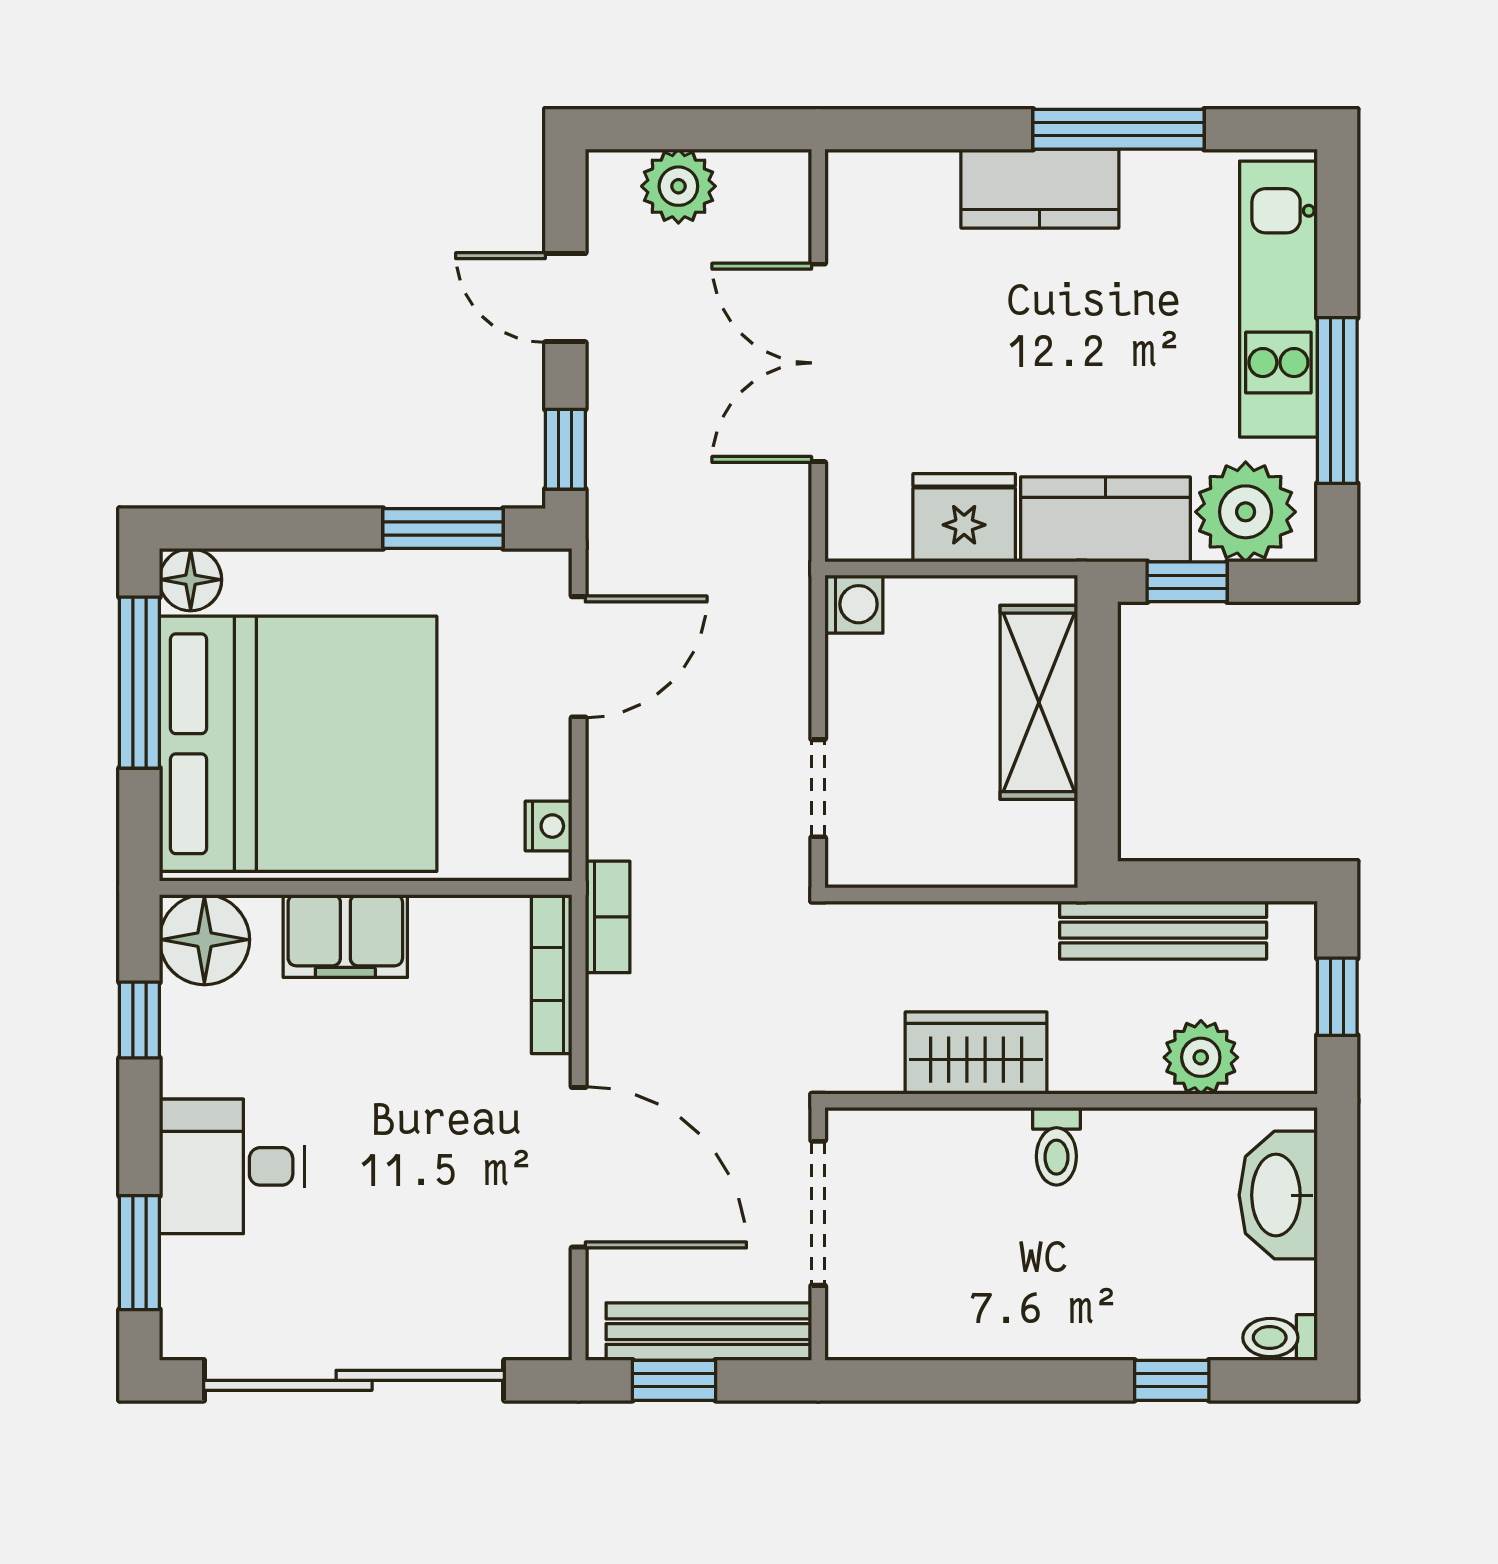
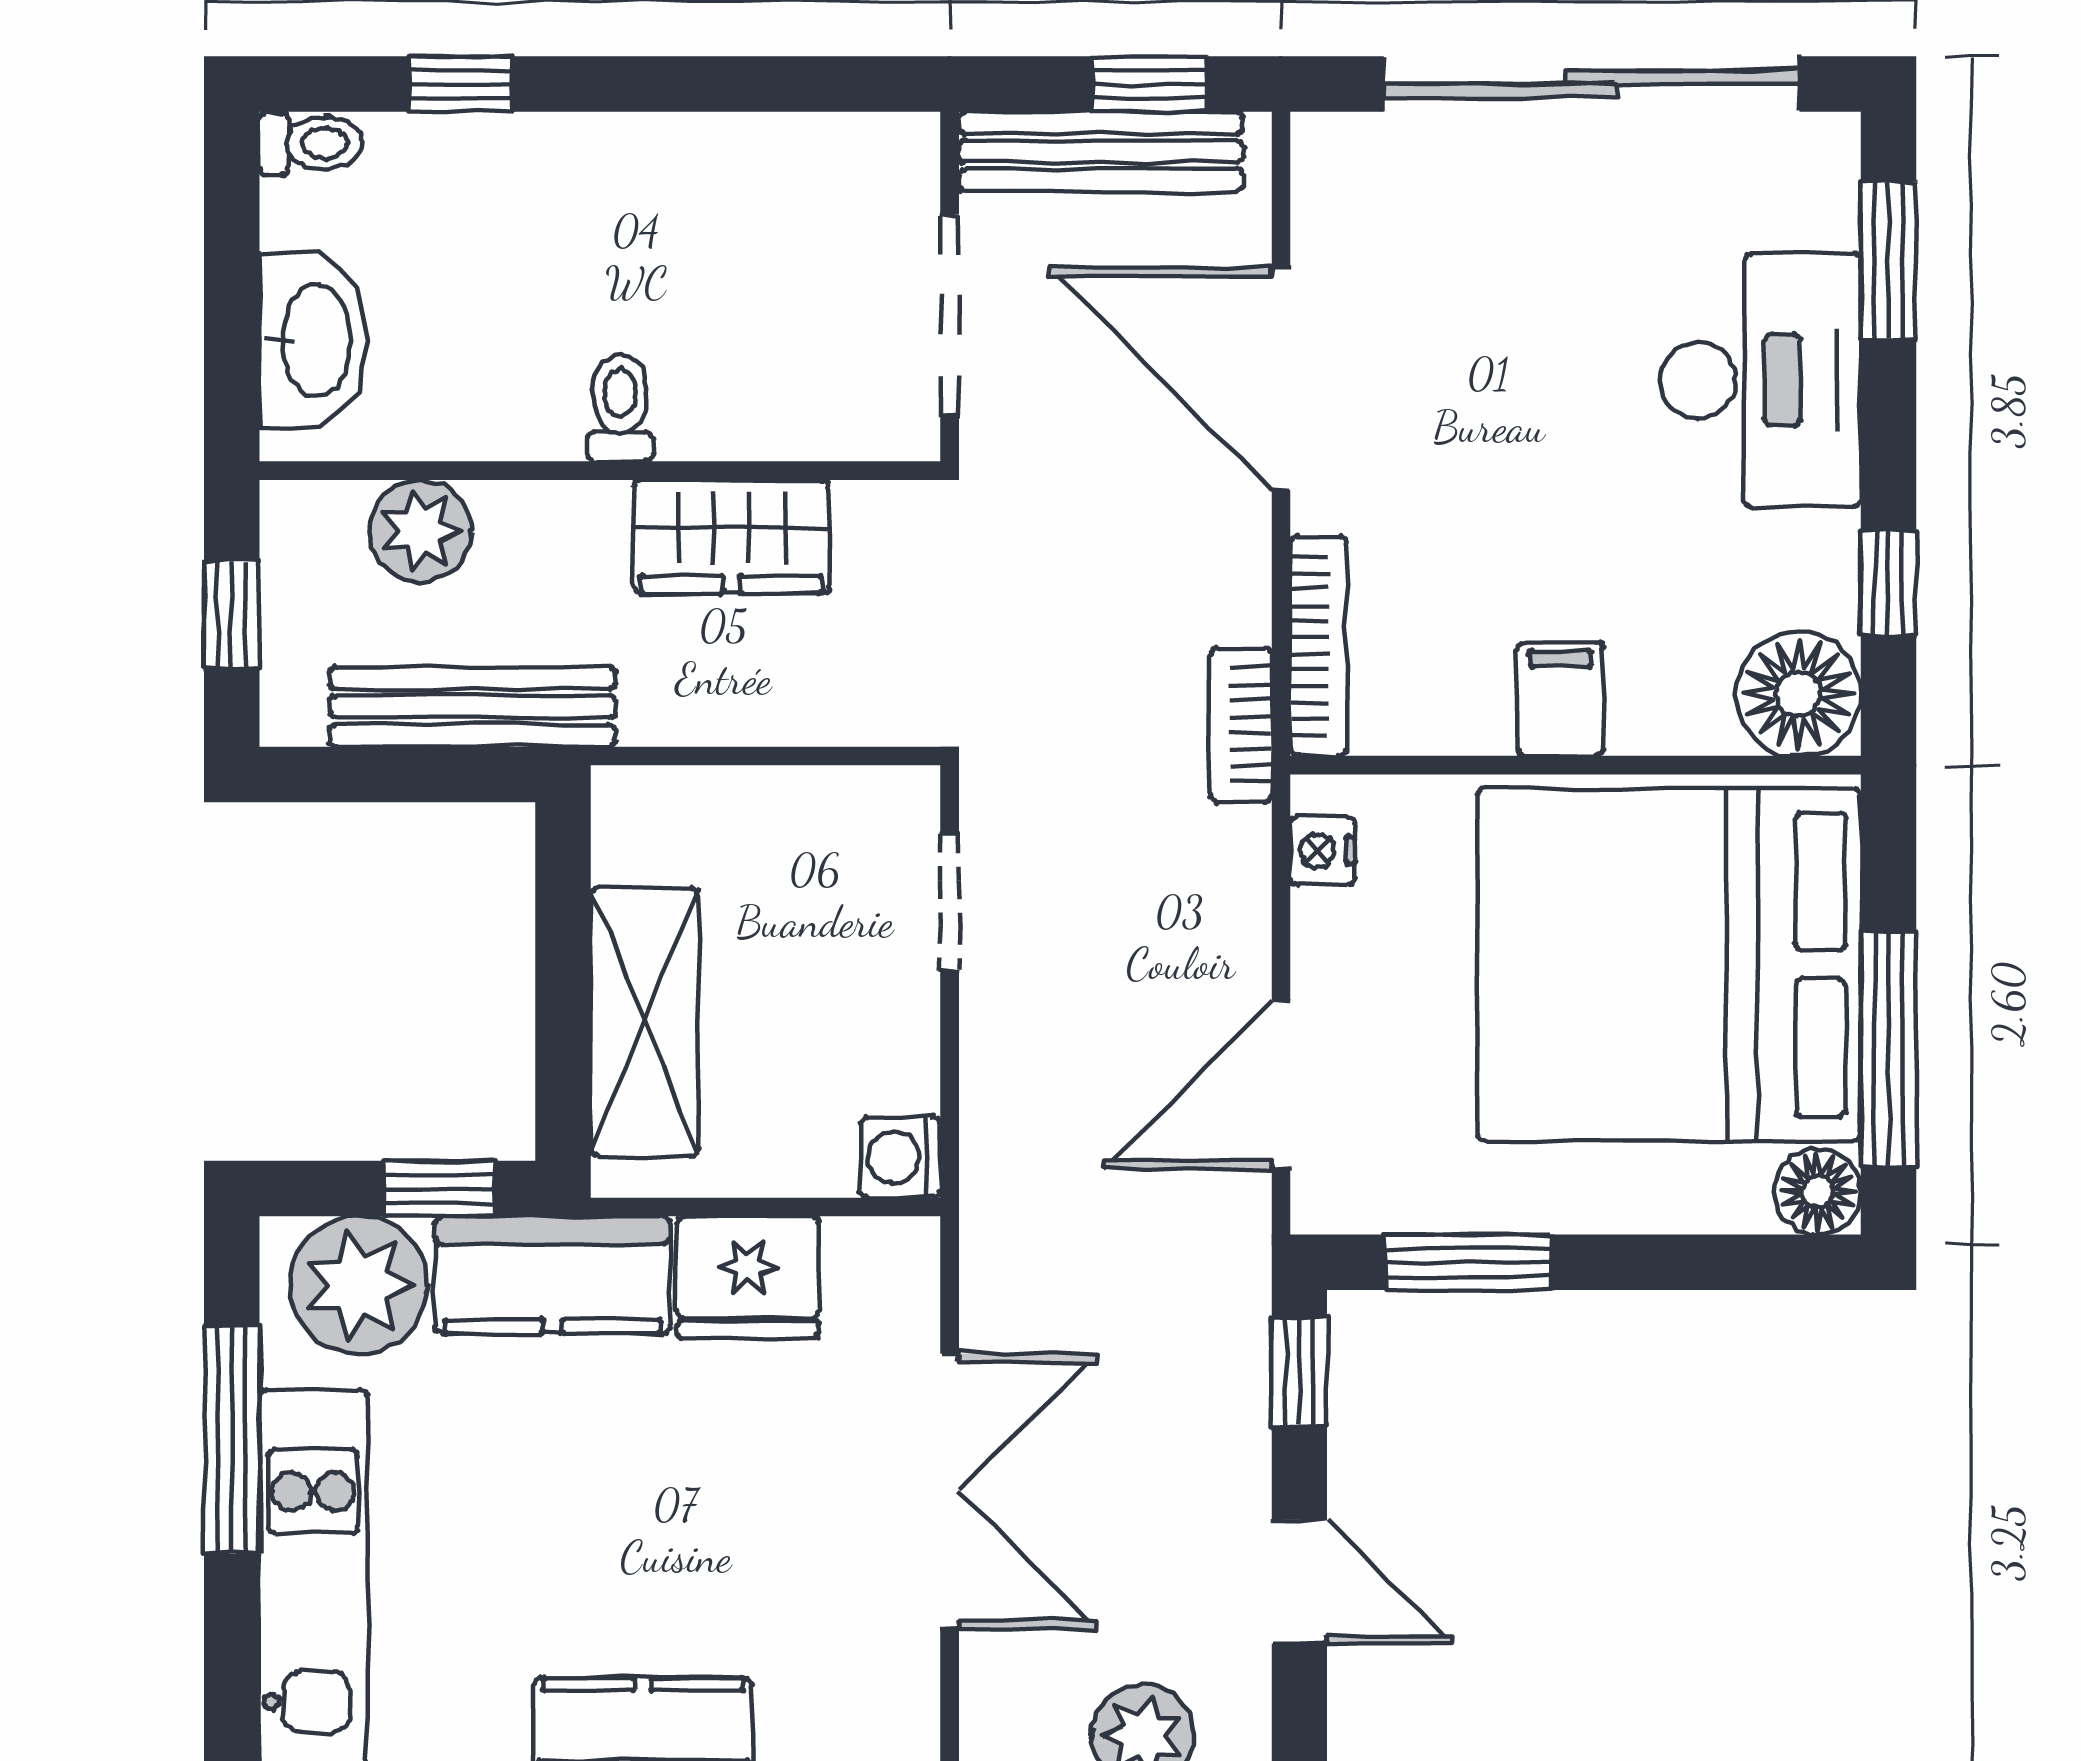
filing cabinet: (345, 936) -> (1561, 699), width x0.50
desk: (232, 1166) -> (1761, 380), width x1.37

